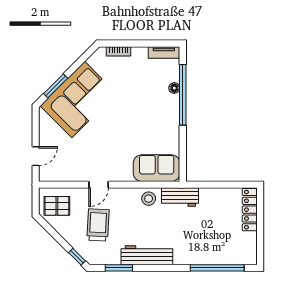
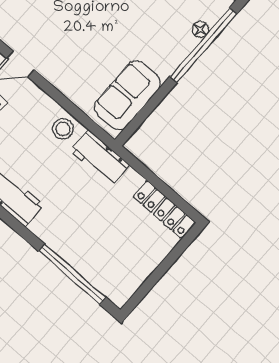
sofa: (157, 168) -> (127, 95), moved, turned -90
locker: (250, 210) -> (164, 209), moved, turned -90

